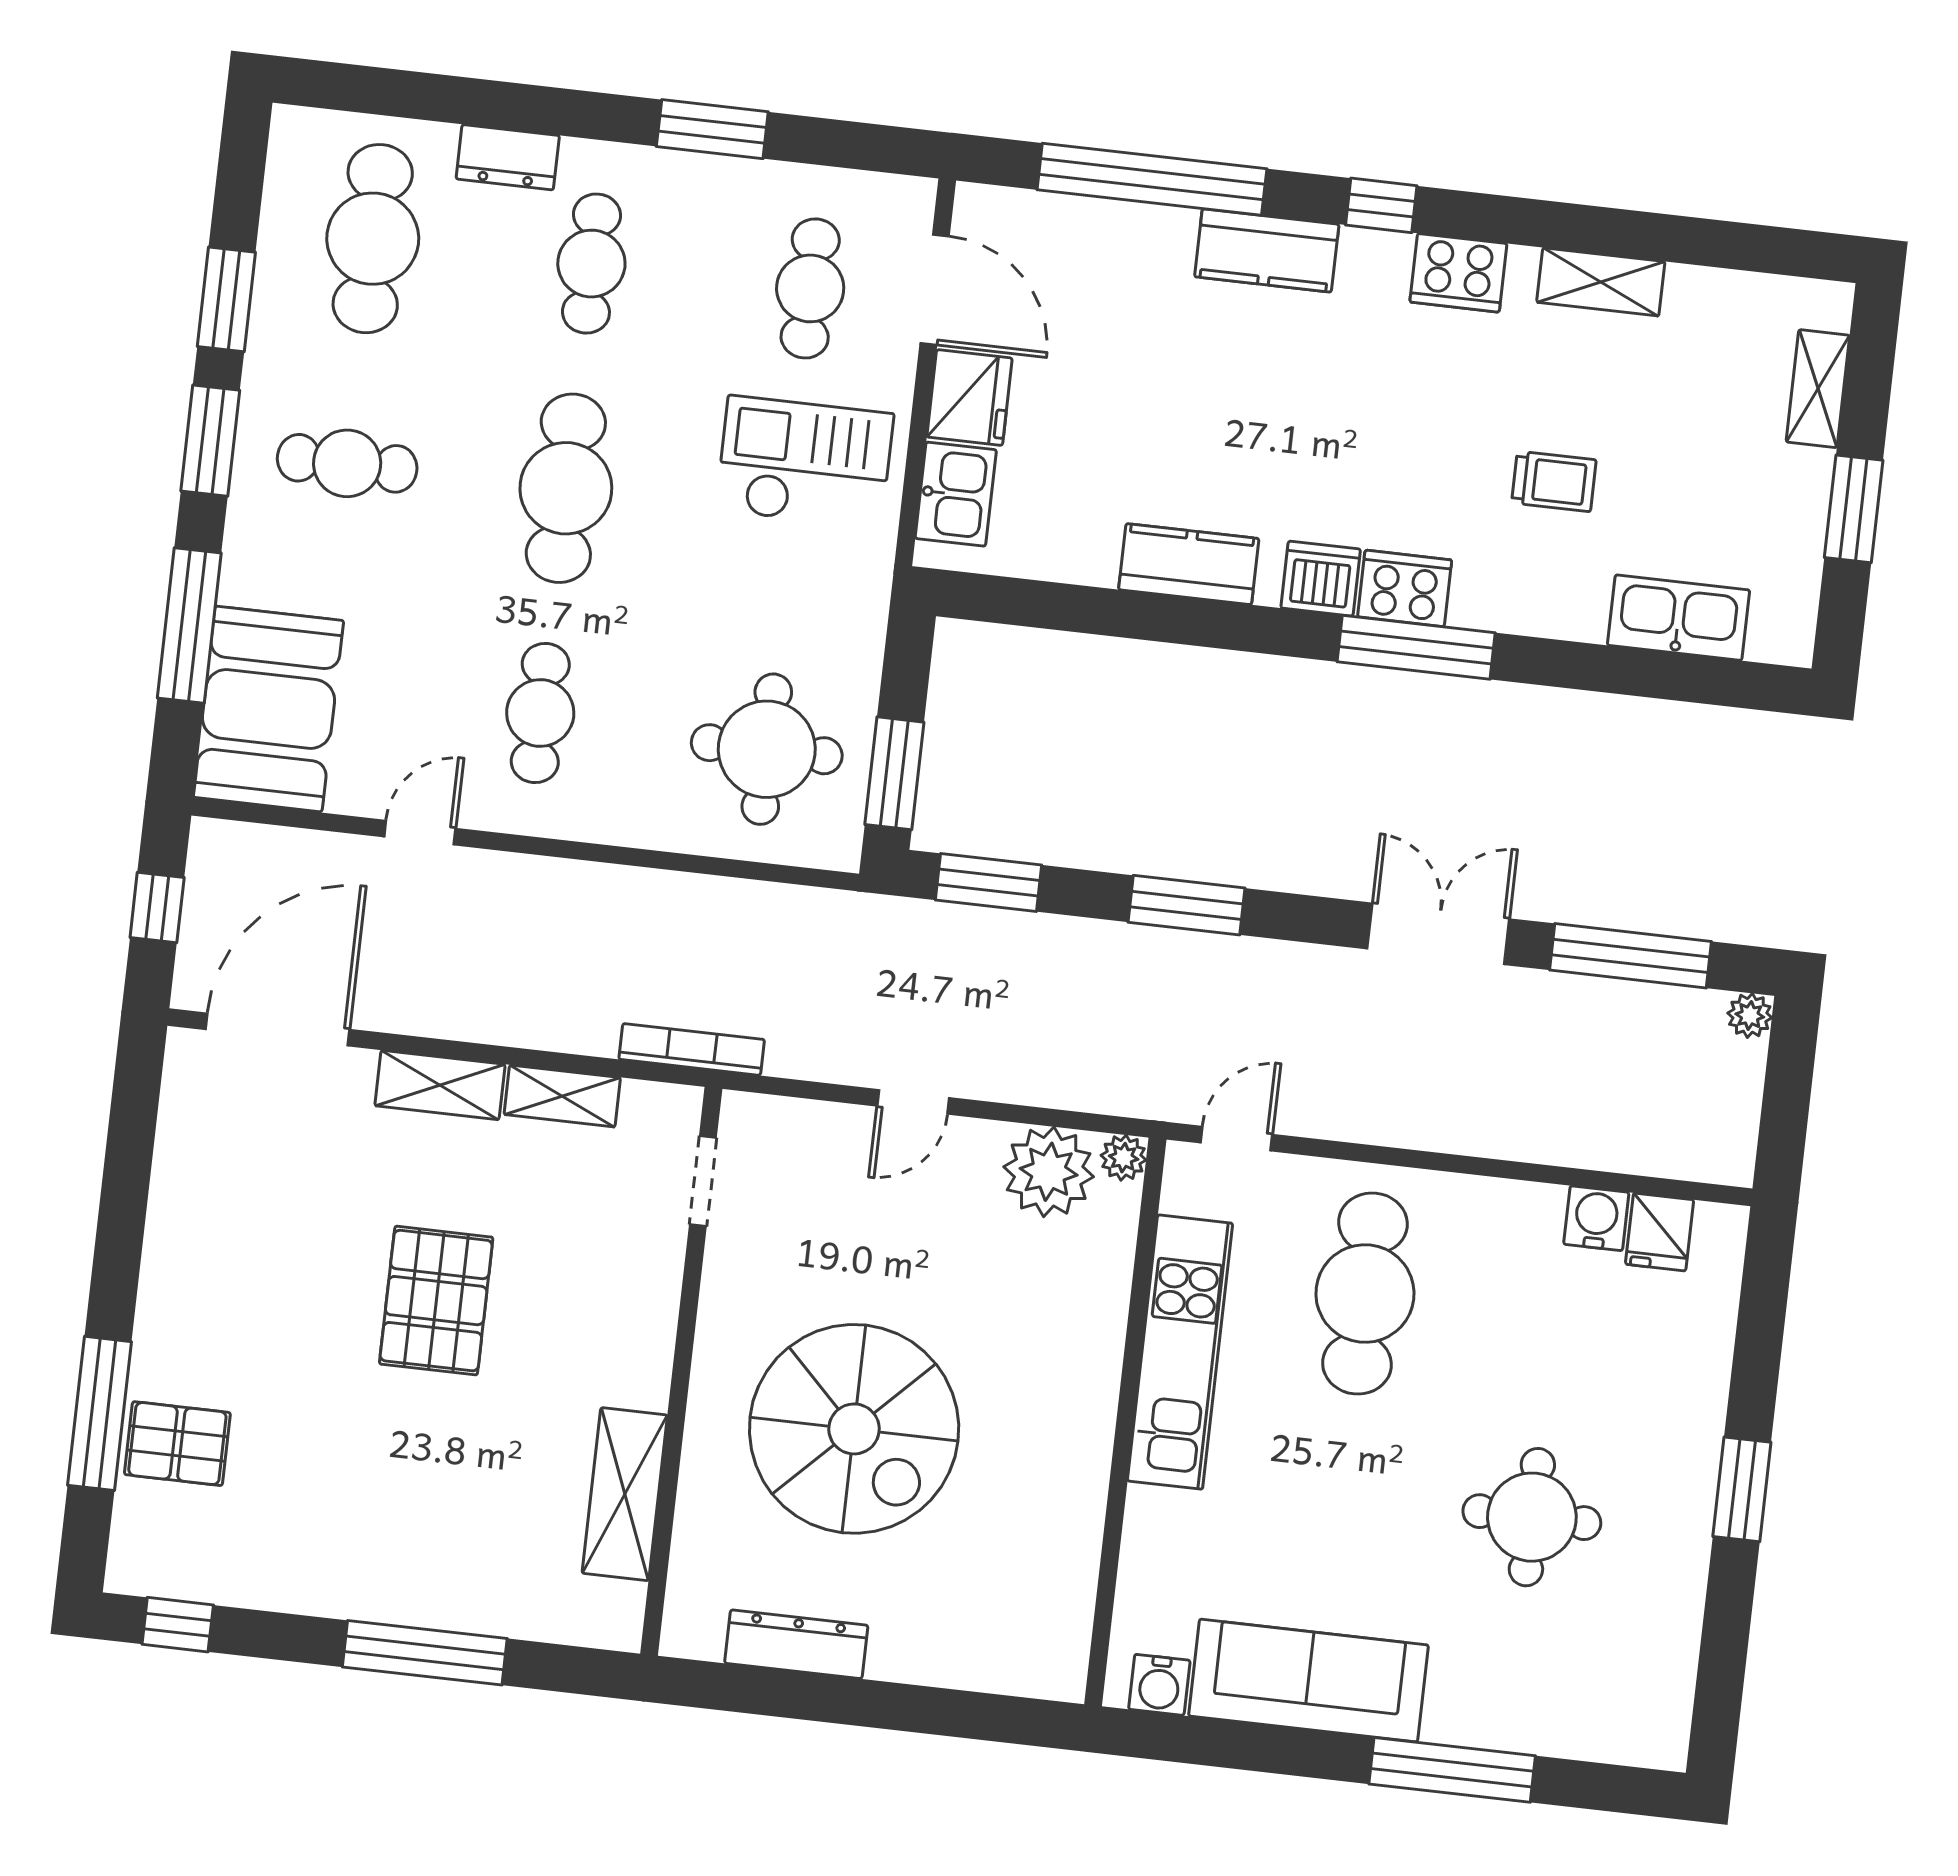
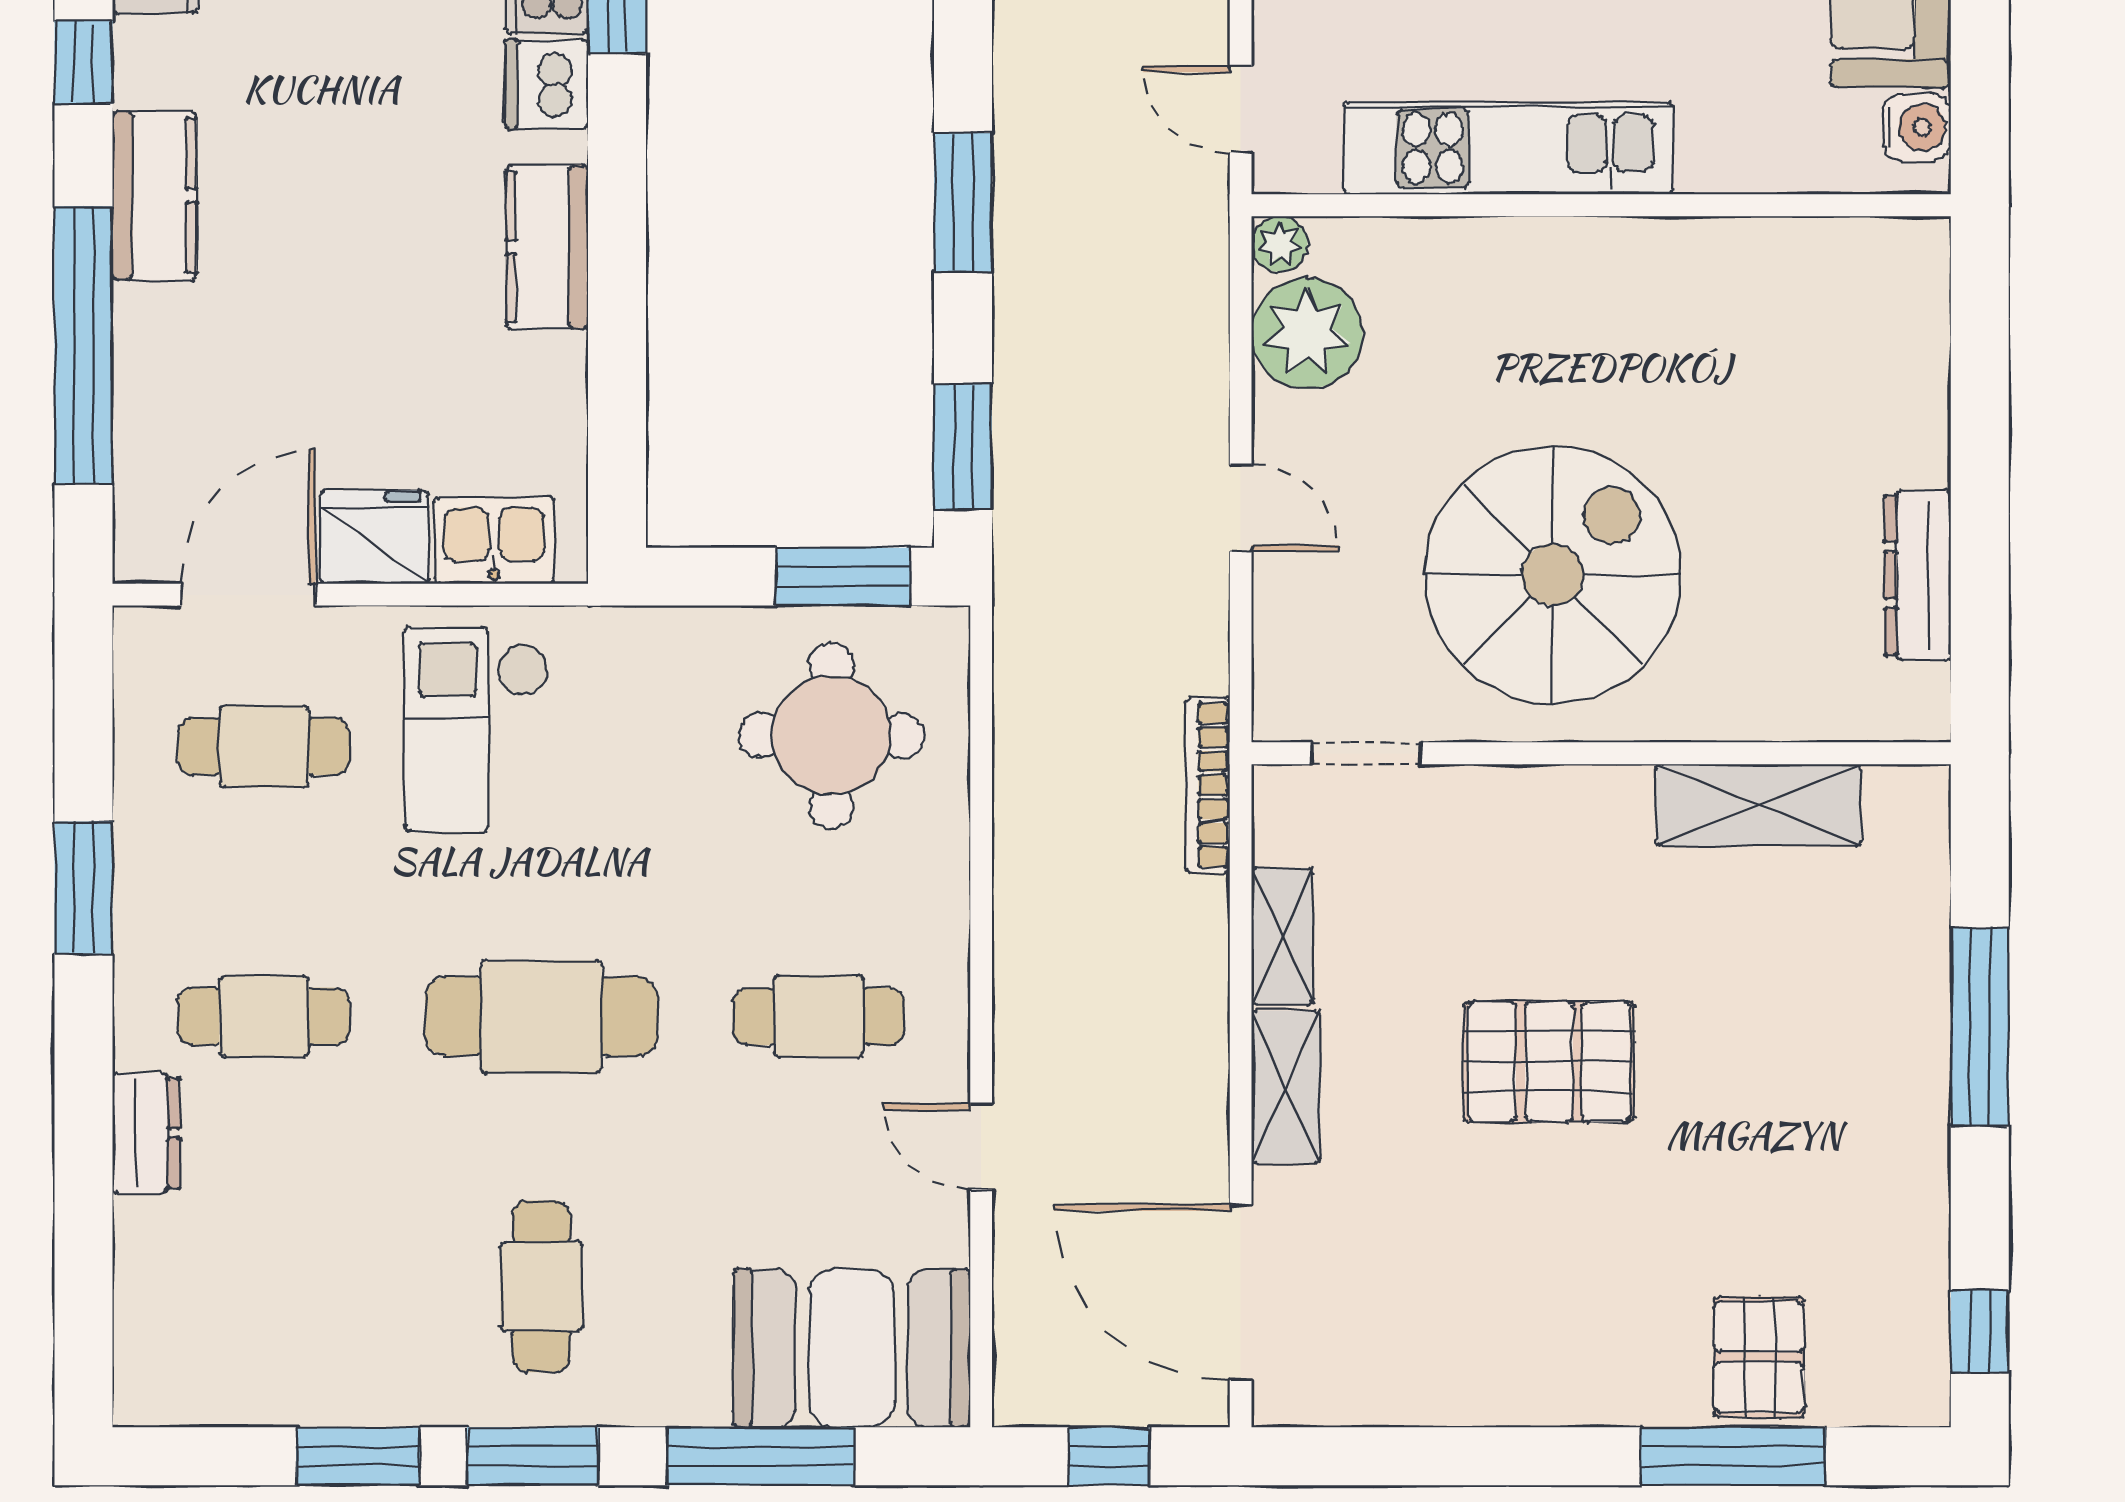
cafe table: (373, 239) -> (264, 1286), removed
spiral stairs: (854, 1429) -> (1553, 575), moved

